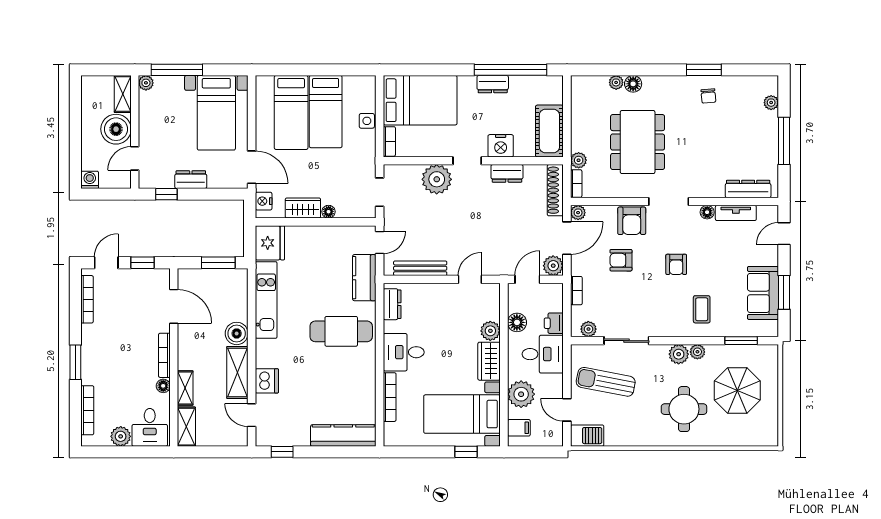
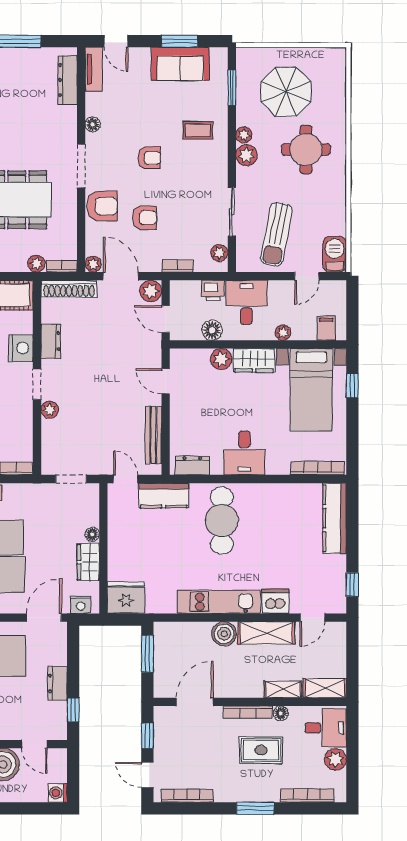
plant: (437, 179) -> (50, 410), width x0.53, depth x0.53
tv unit: (736, 213) -> (94, 69), moved
armchair: (621, 260) -> (145, 218), turned -90
kitchen unit: (266, 300) -> (219, 602), moved
rug: (129, 368) -> (261, 750), added
plant: (521, 394) -> (283, 333), width x0.53, depth x0.53
bookcase: (390, 397) -> (317, 468), moved

